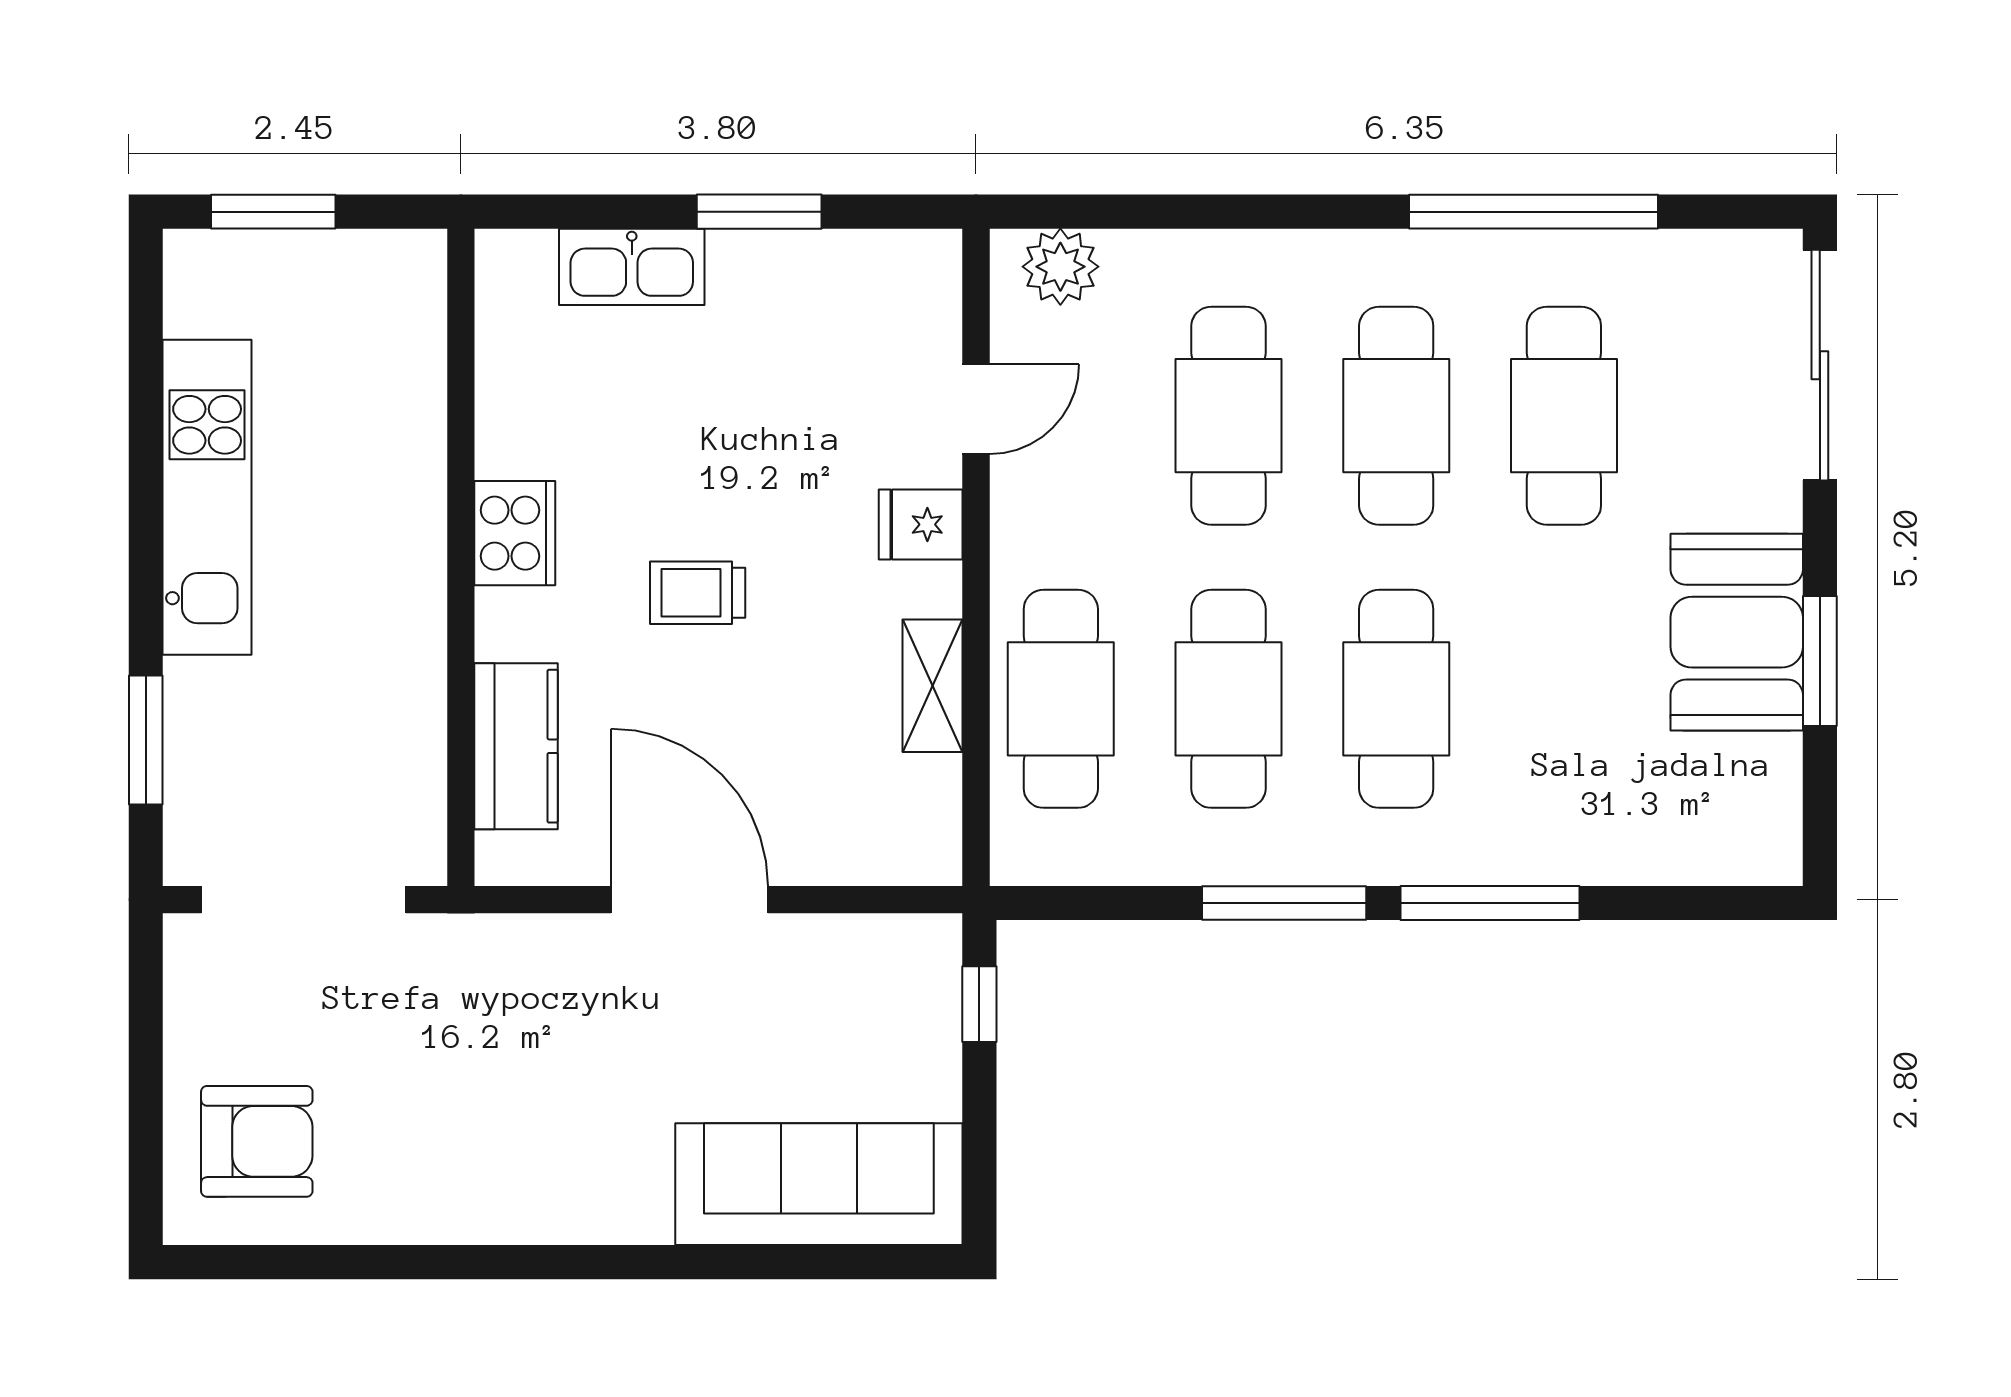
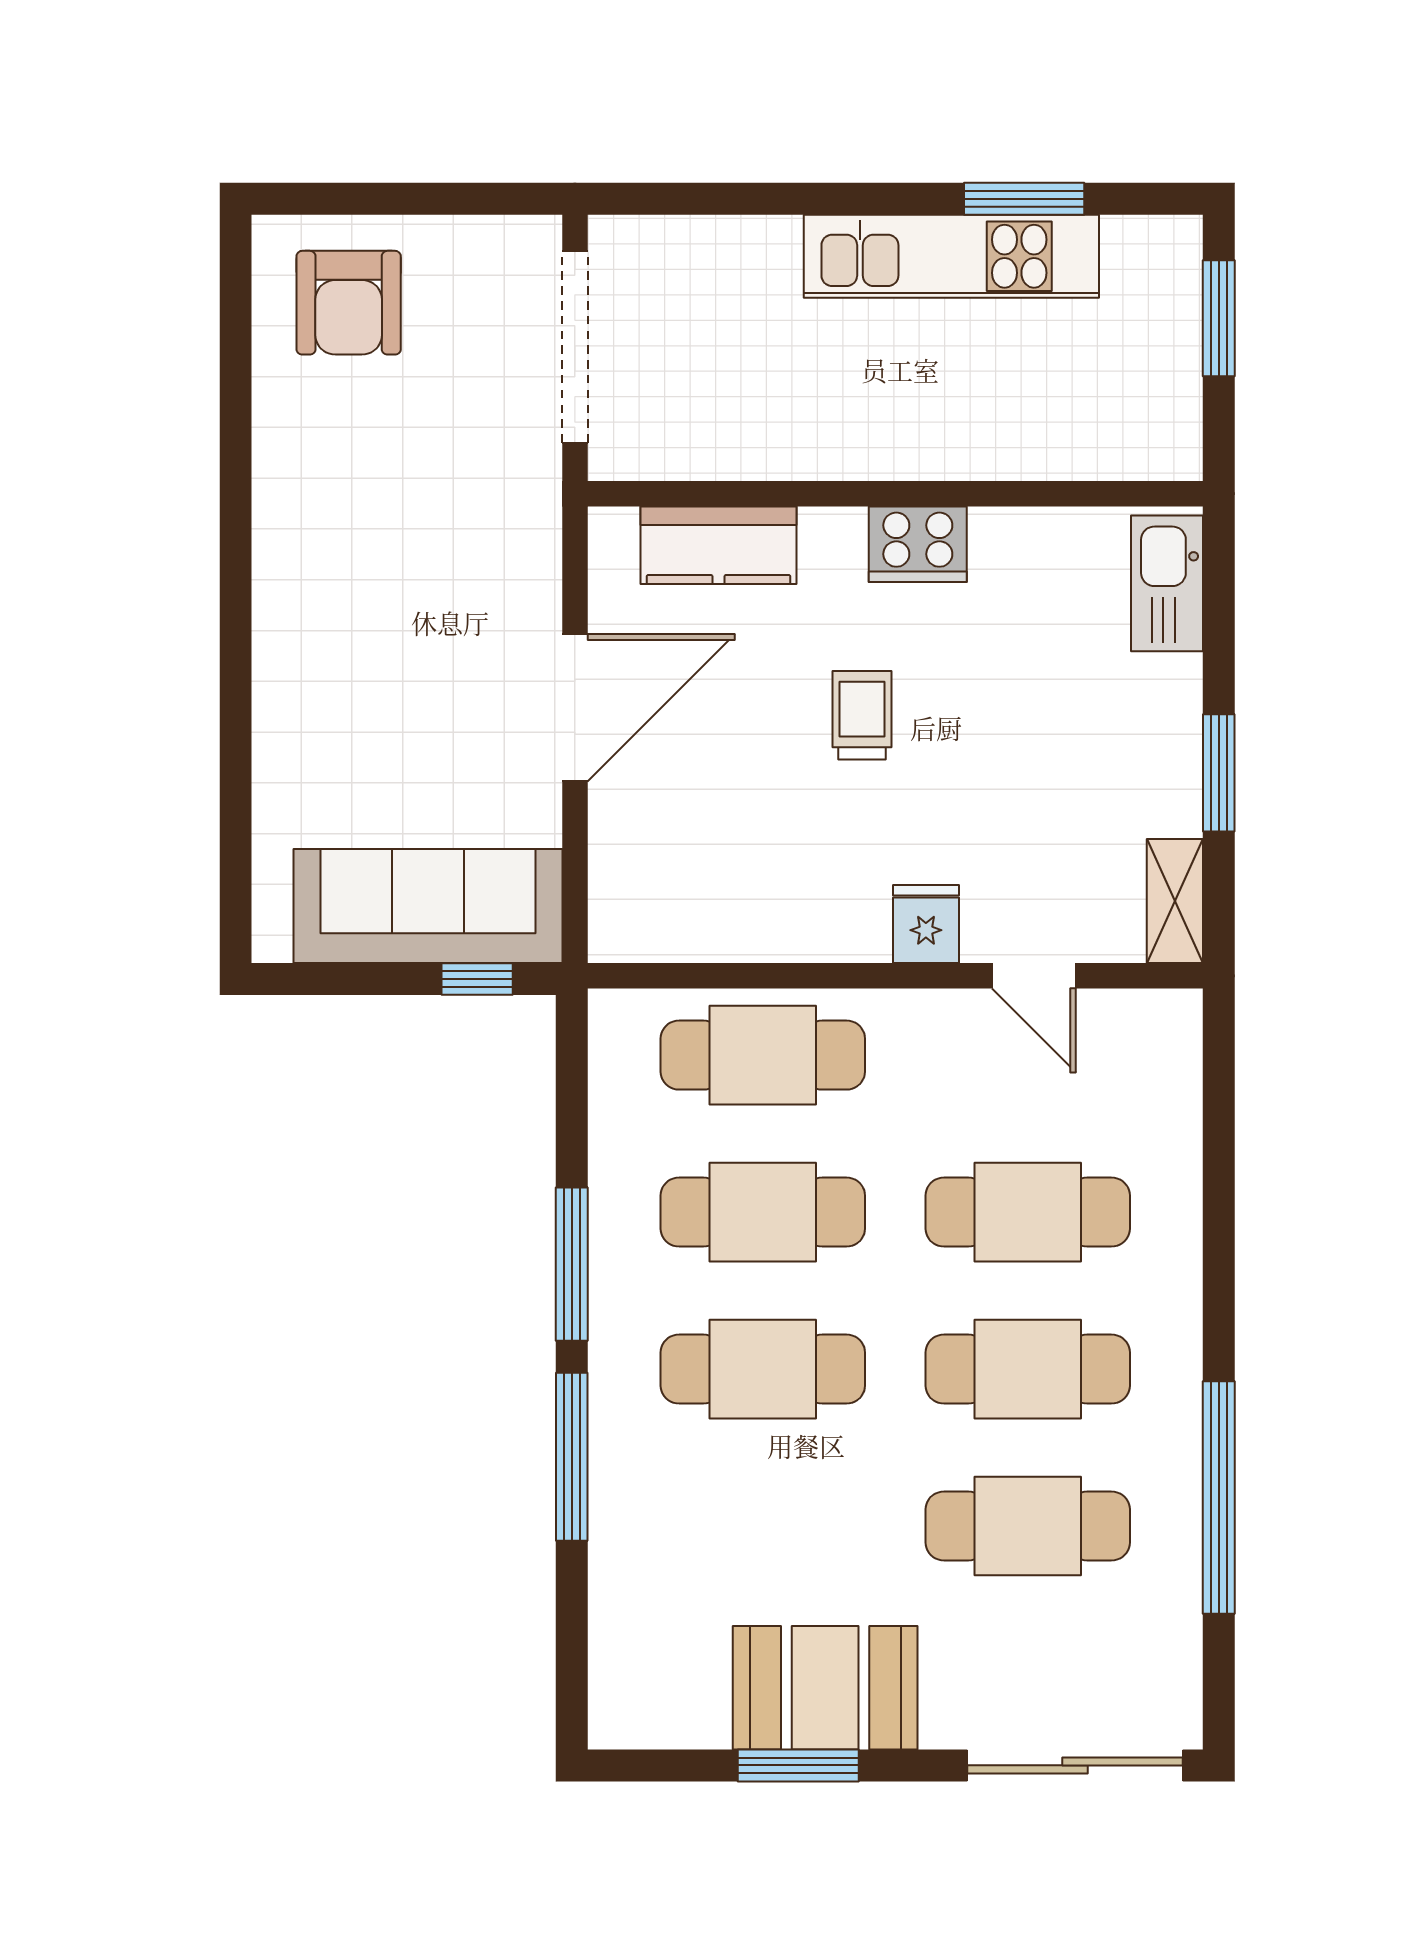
kitchen sink: (632, 267) -> (1167, 583), moved
plant: (1060, 267) -> (1167, 1055), removed
shelving: (933, 686) -> (1175, 901), moved, turned 90
window: (146, 740) -> (1024, 199), moved
sofa: (819, 1184) -> (428, 906), moved, turned -90

